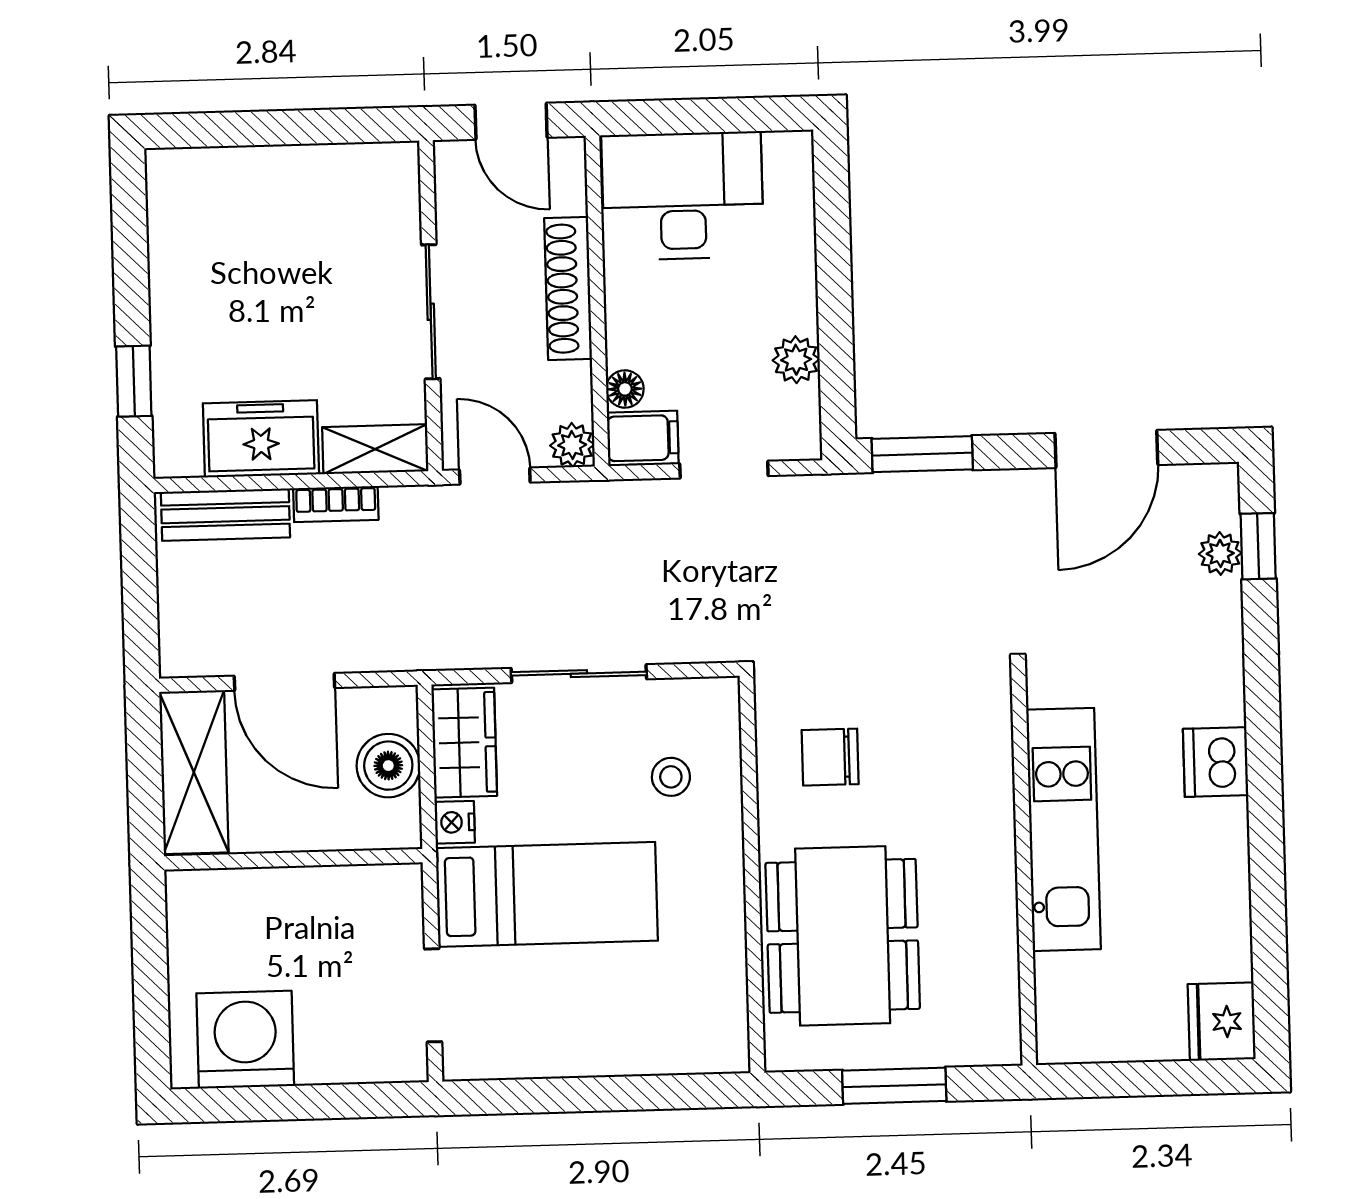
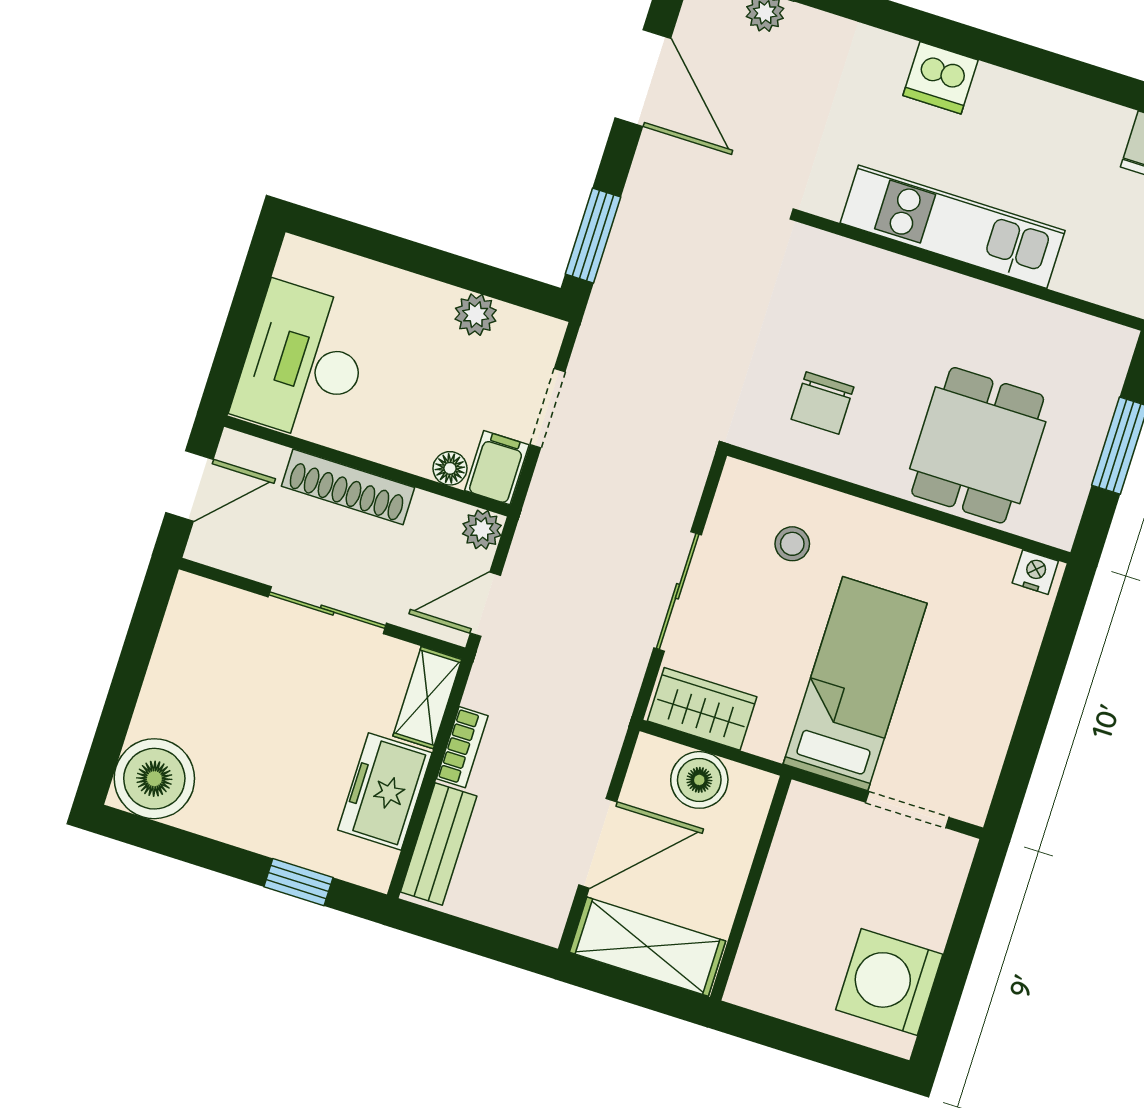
boiler: (190, 192) -> (154, 779), added
nightstand: (455, 822) -> (1035, 572), moved, turned 180
dining table: (843, 936) -> (978, 445), width x0.73

